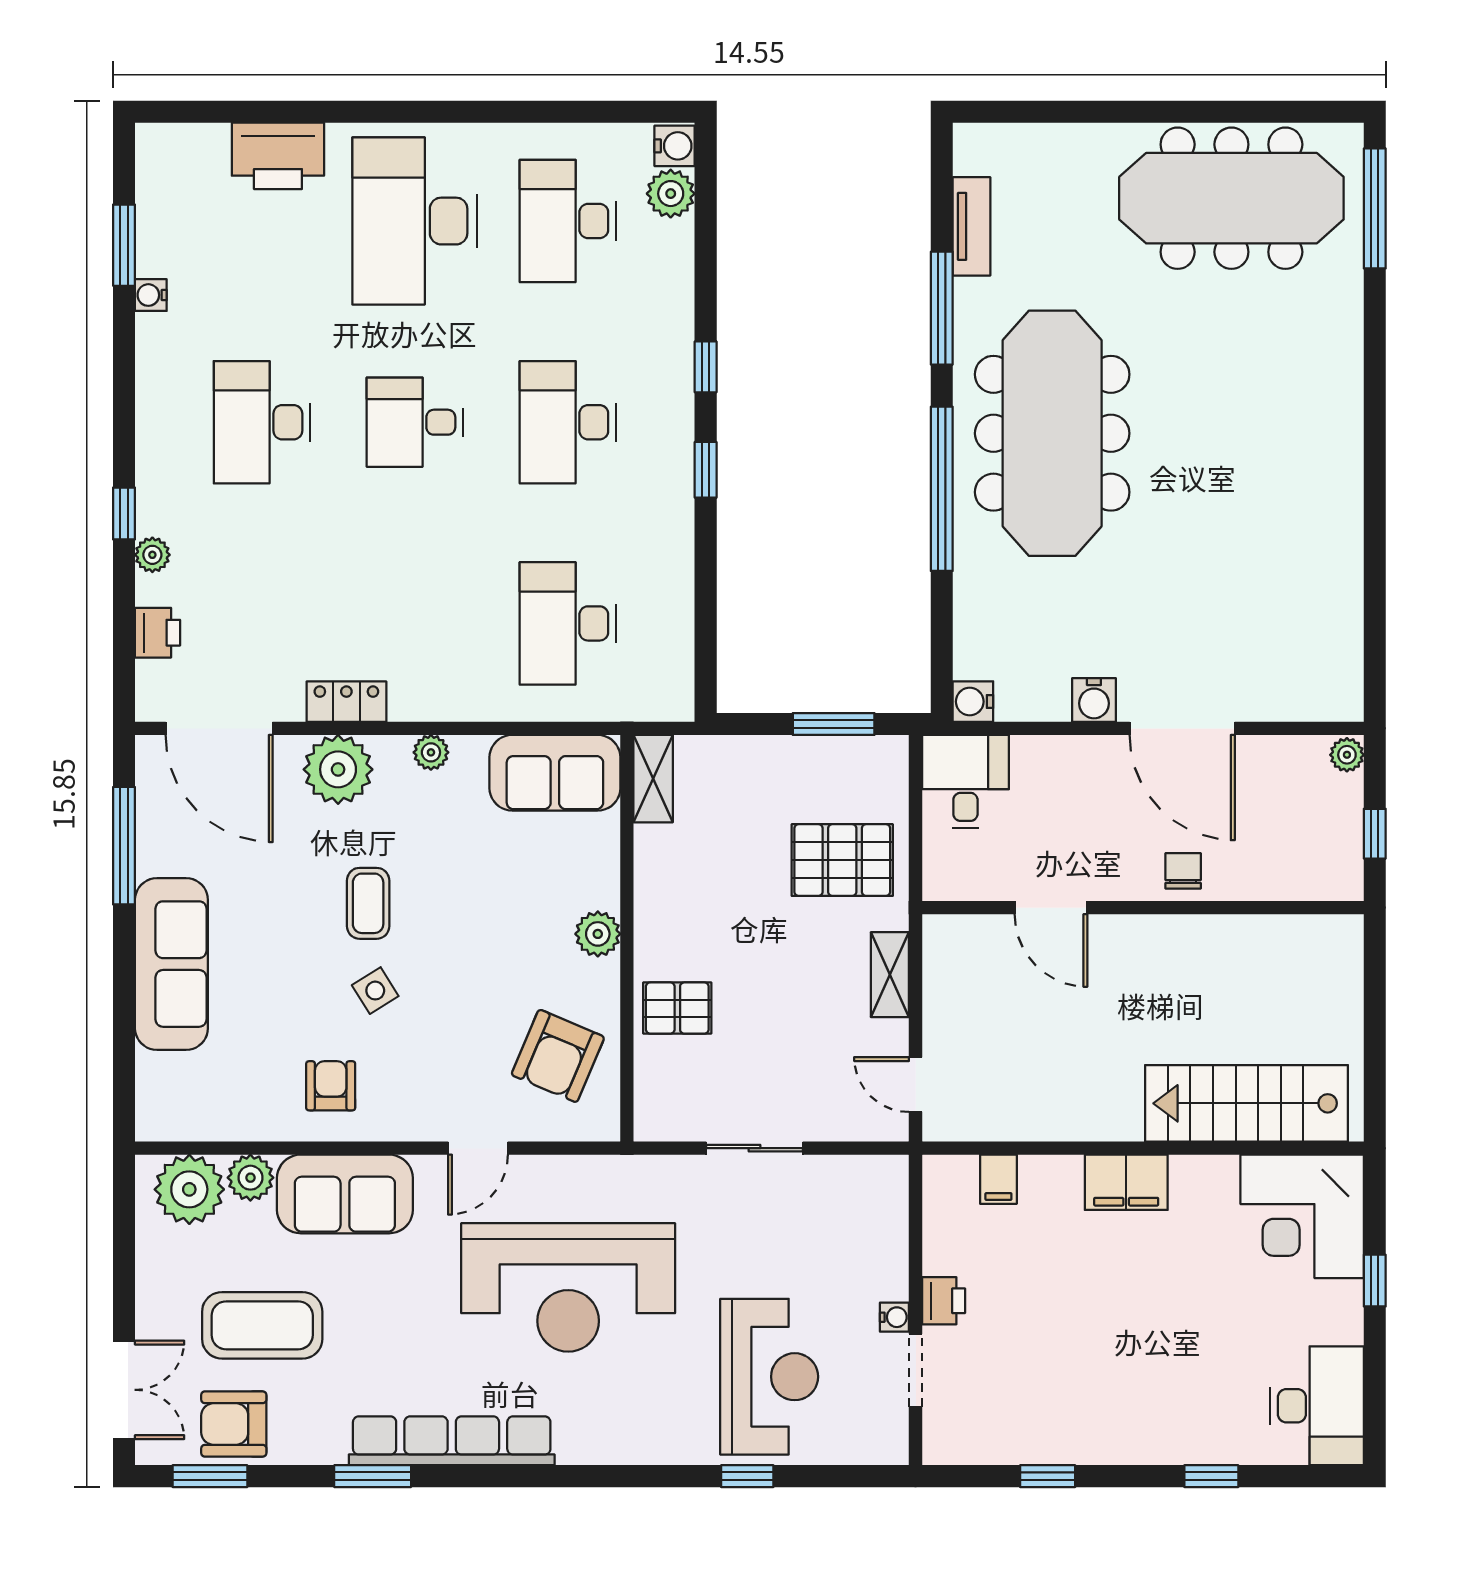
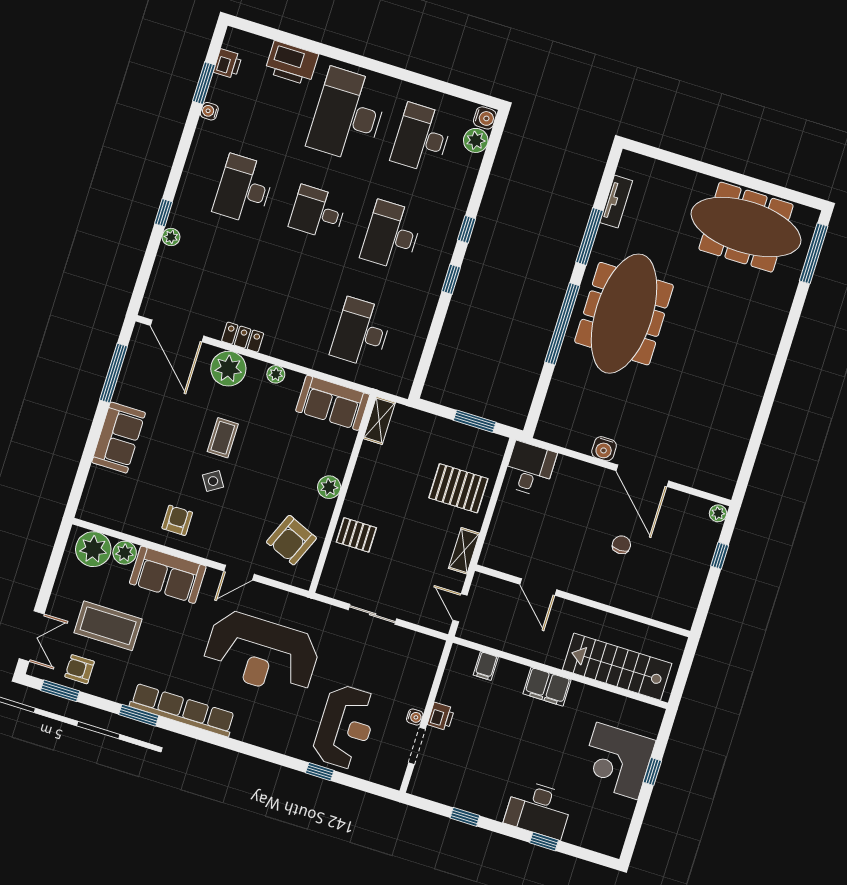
printer: (158, 633) -> (228, 64), moved
water cooler: (973, 702) -> (545, 431), removed
door: (1051, 908) -> (538, 587), moved
wall: (1143, 908) -> (583, 601), moved
sofa: (171, 964) -> (119, 438), width x0.73
corner desk: (1302, 1216) -> (617, 761), moved
desk: (1317, 1406) -> (539, 809), moved, turned 90
armchair: (234, 1424) -> (80, 669), width x0.72, depth x0.72

